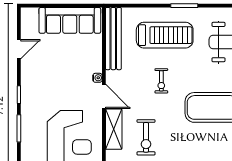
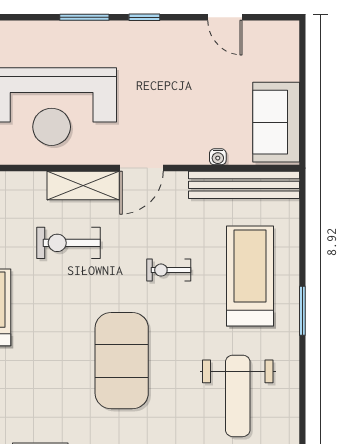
sofa: (70, 20) -> (276, 122), width x0.73
treadmill: (165, 35) -> (250, 276), turned 180
water cooler: (97, 78) -> (218, 157), moved

